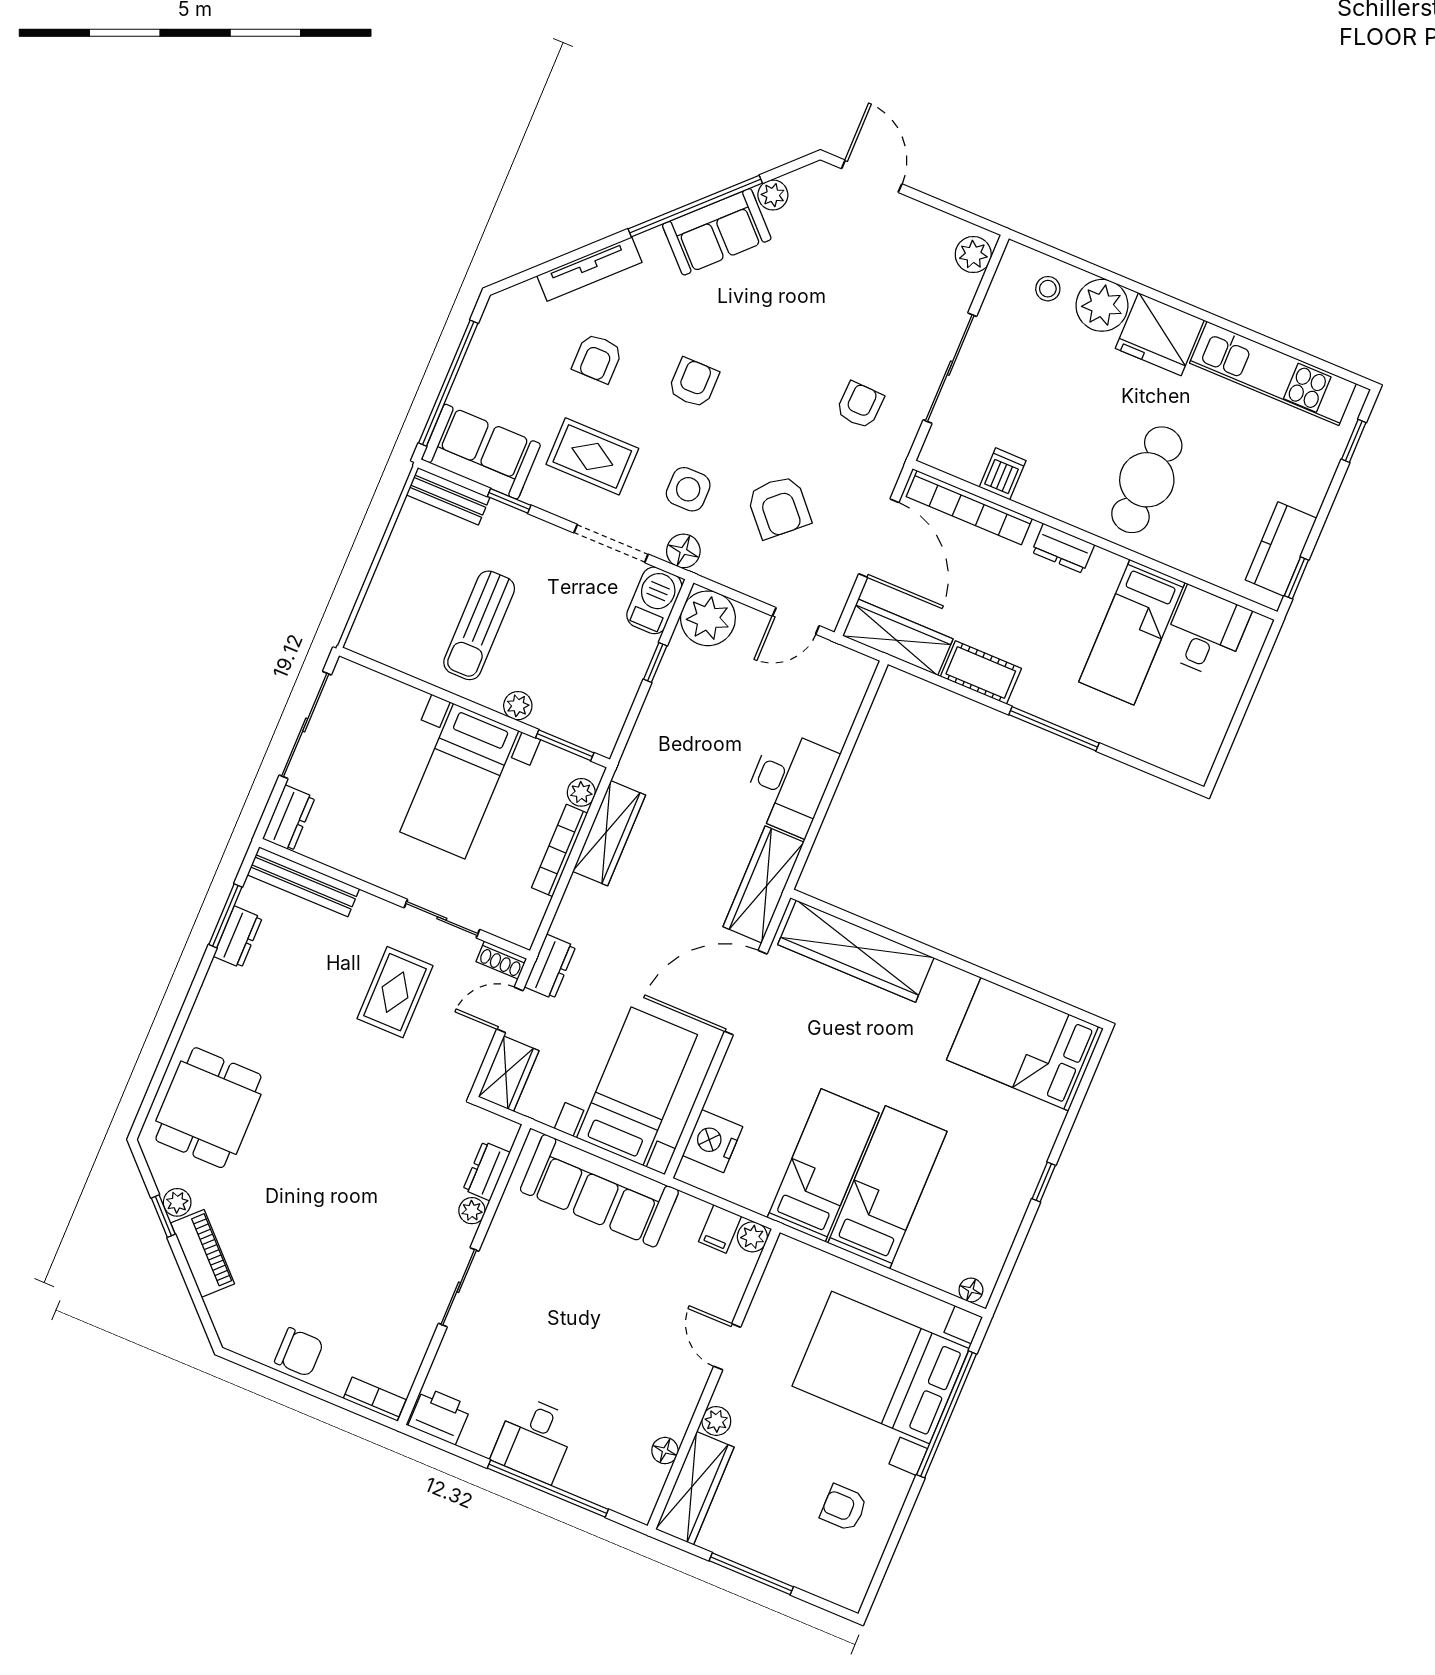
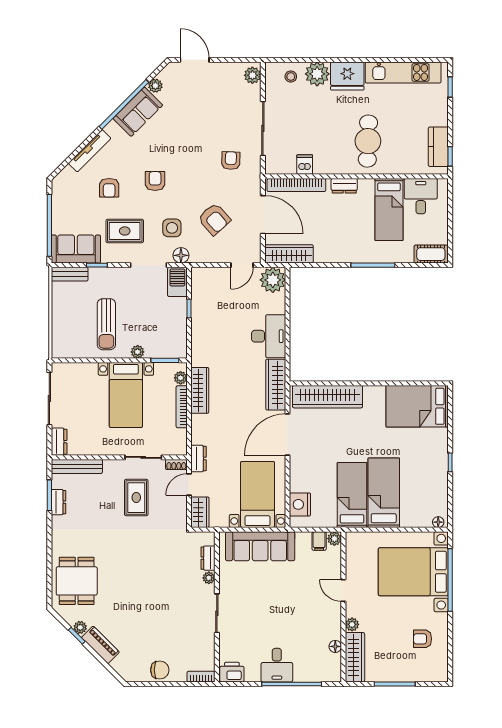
plant: (708, 618) -> (273, 280), moved
cot: (981, 673) -> (431, 254), moved

